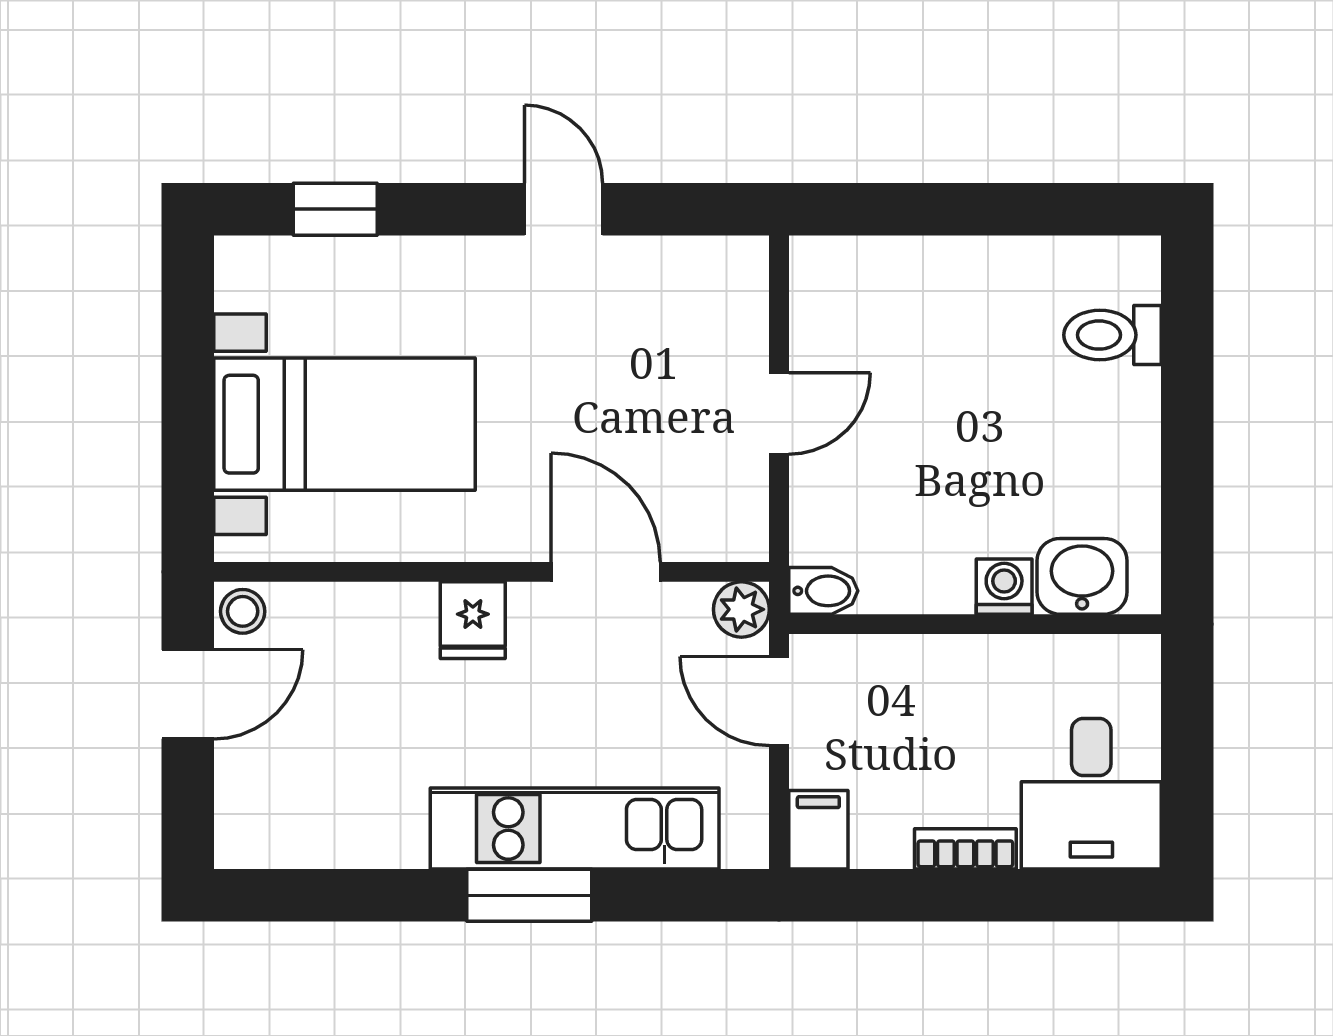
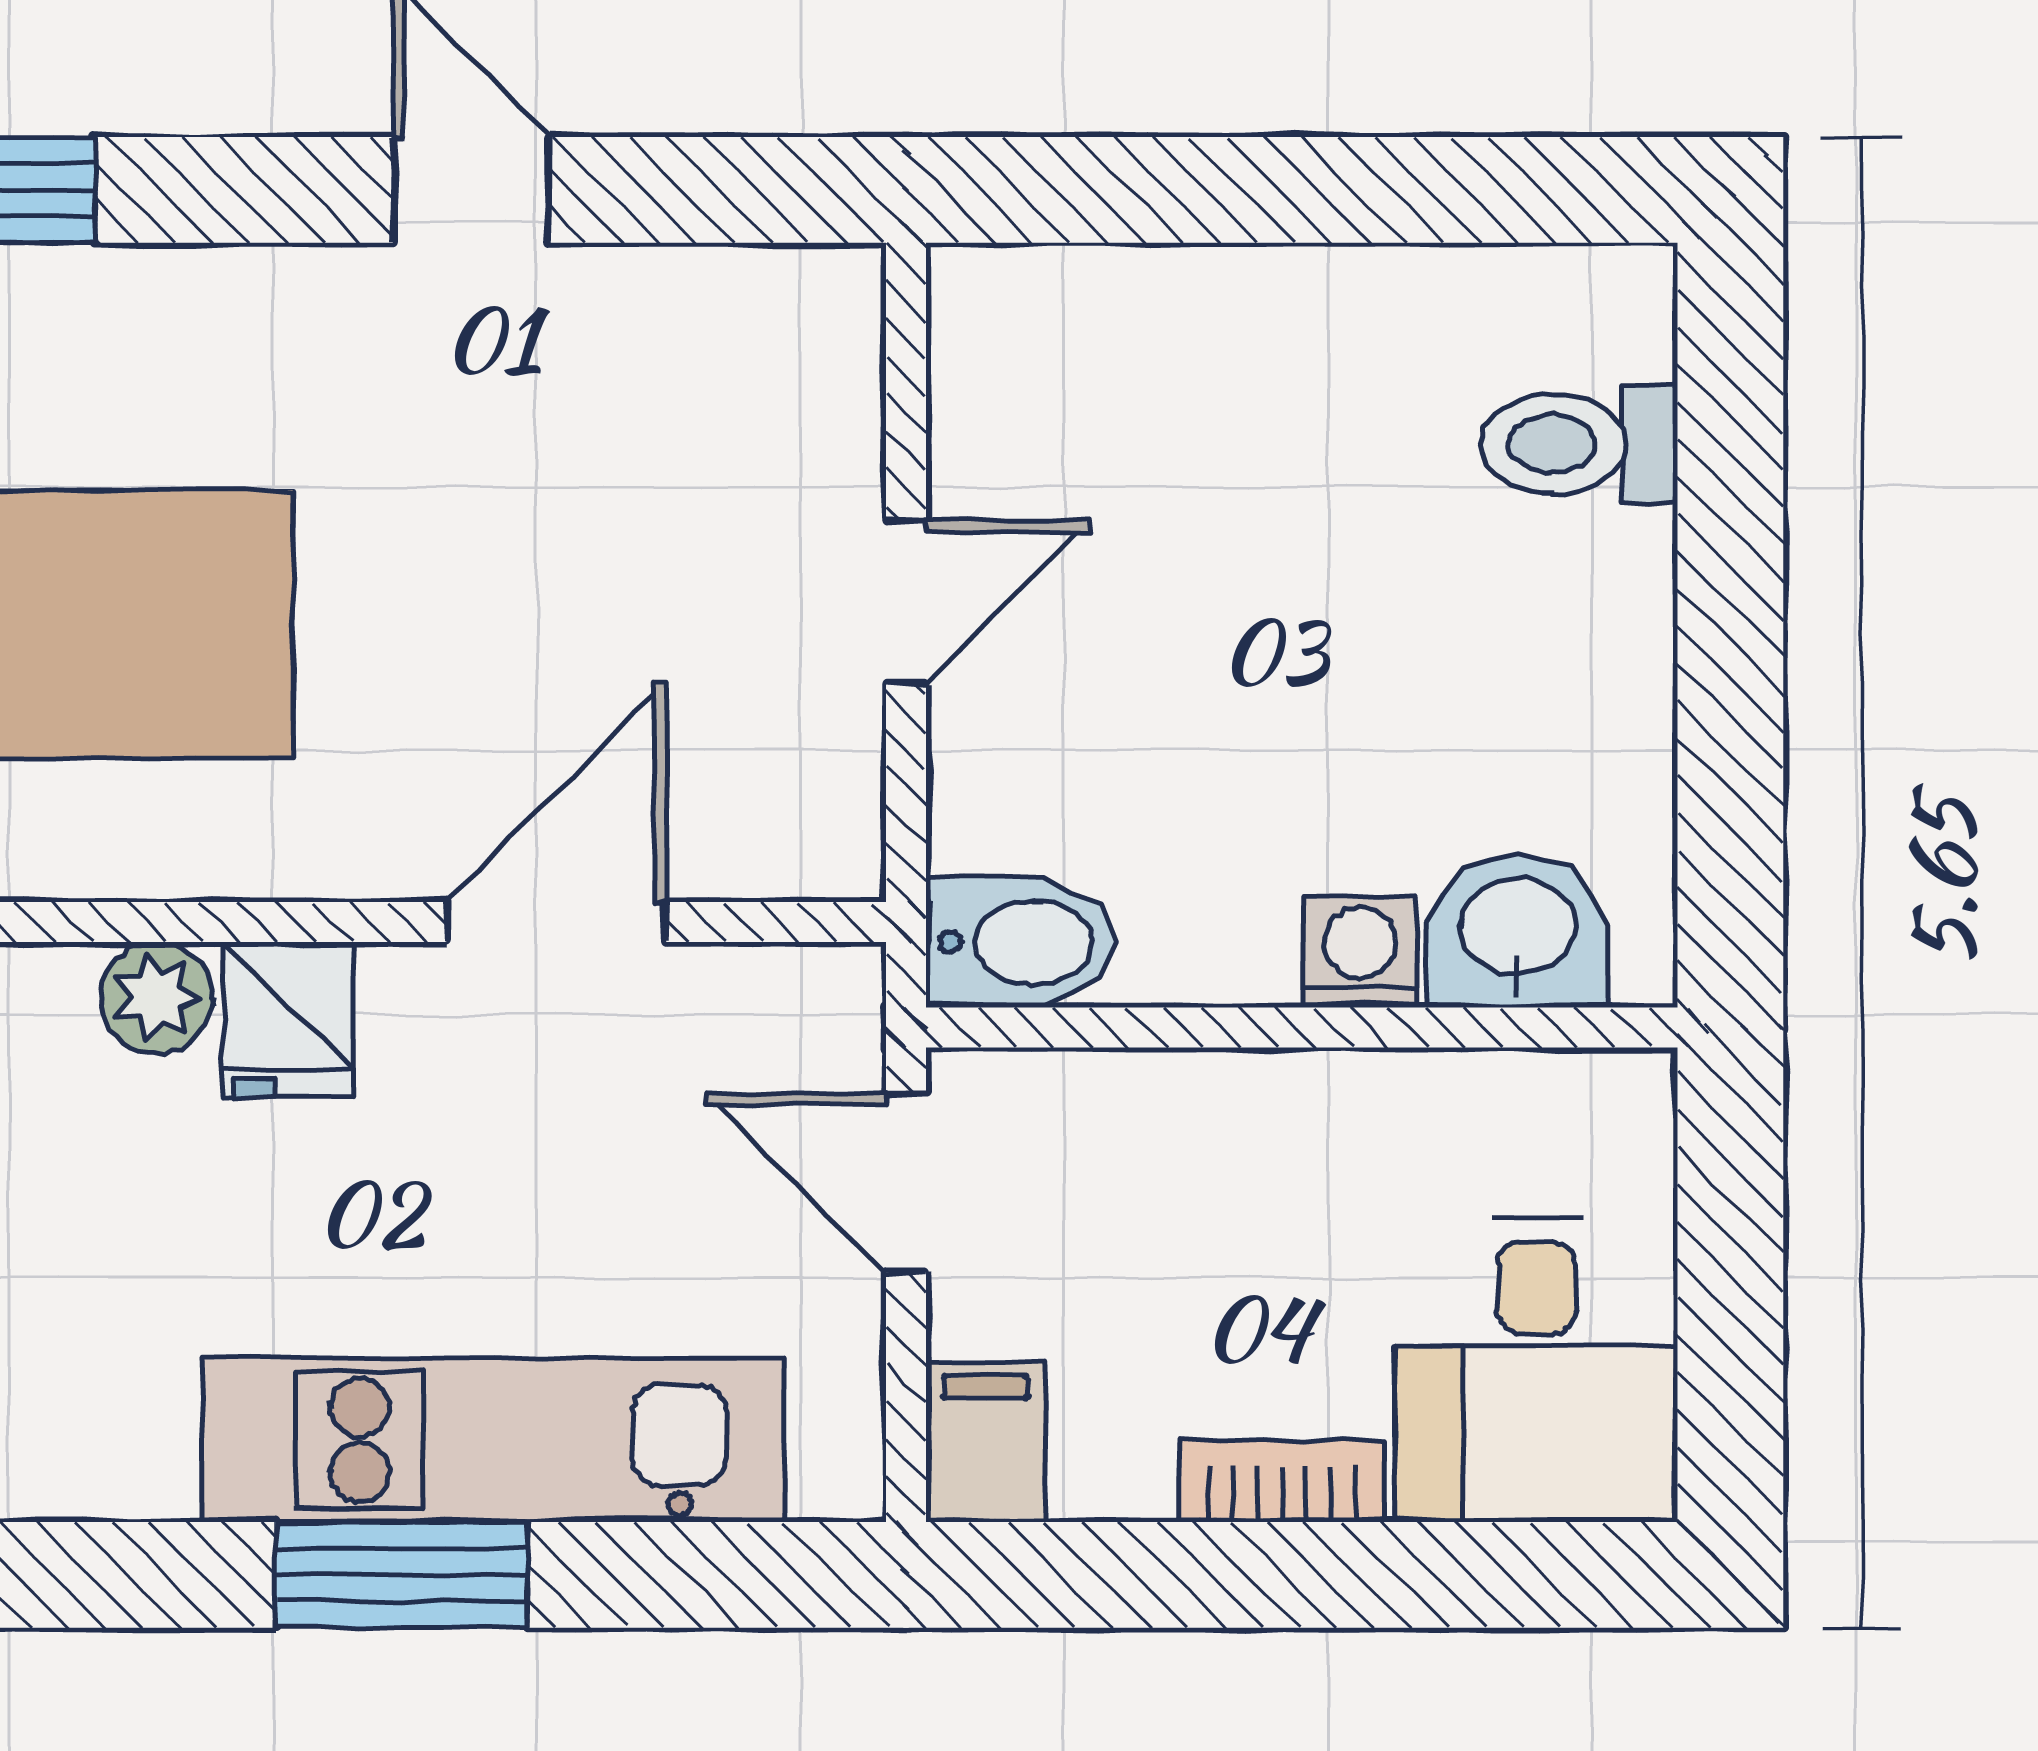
door: (606, 572) -> (556, 922), hinge flipped
bidet: (823, 591) -> (1020, 942), width x1.38, depth x1.36
plant: (741, 609) -> (156, 998), moved

